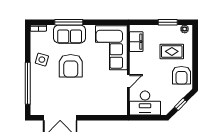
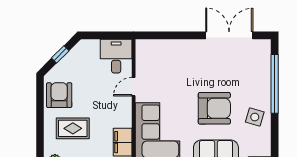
armchair: (71, 66) -> (214, 108), turned 90
desk: (145, 103) -> (116, 56), width x0.73

